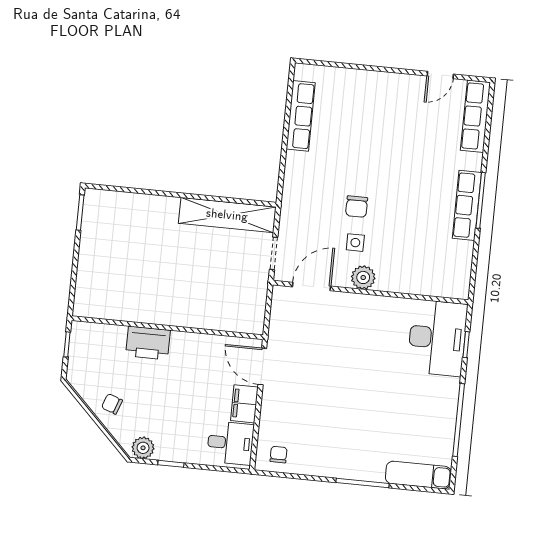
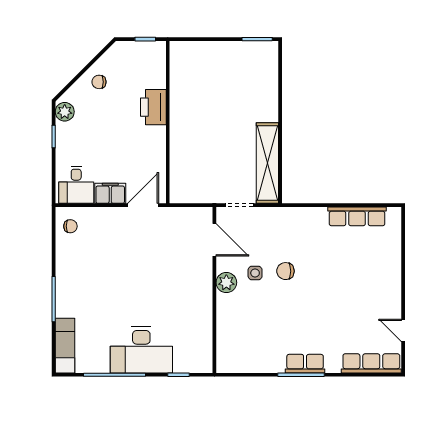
row of seats: (467, 205) -> (305, 364), width x0.68
desk: (437, 338) -> (141, 350), moved
chair: (112, 404) -> (99, 82), turned -110

